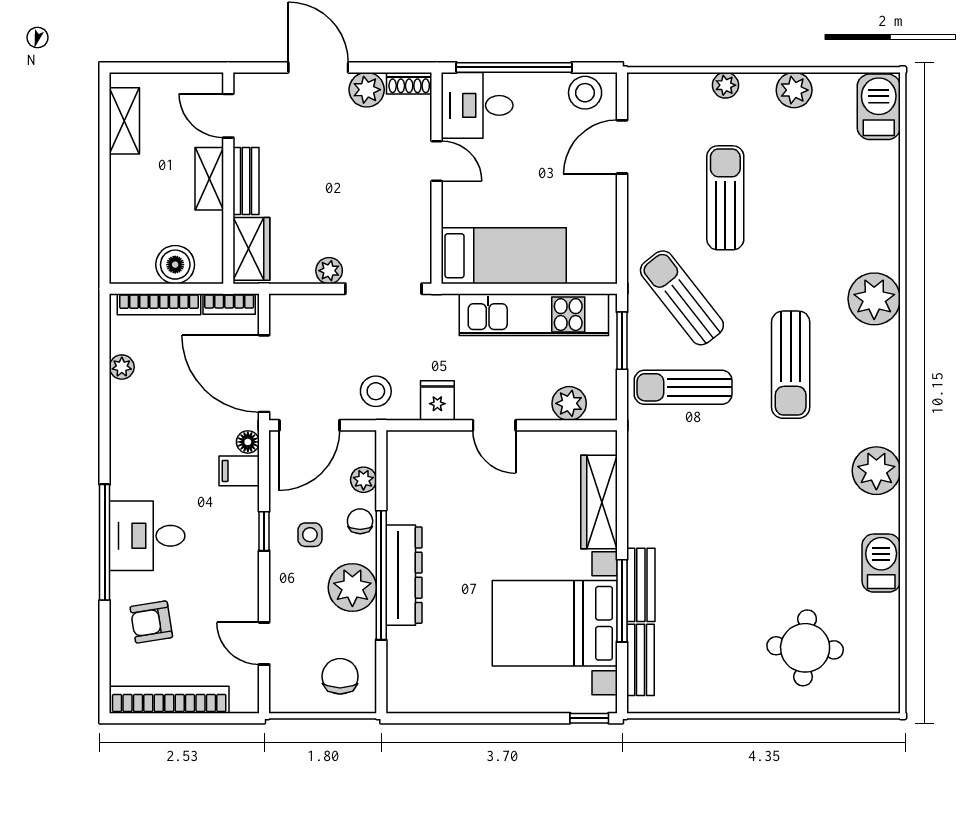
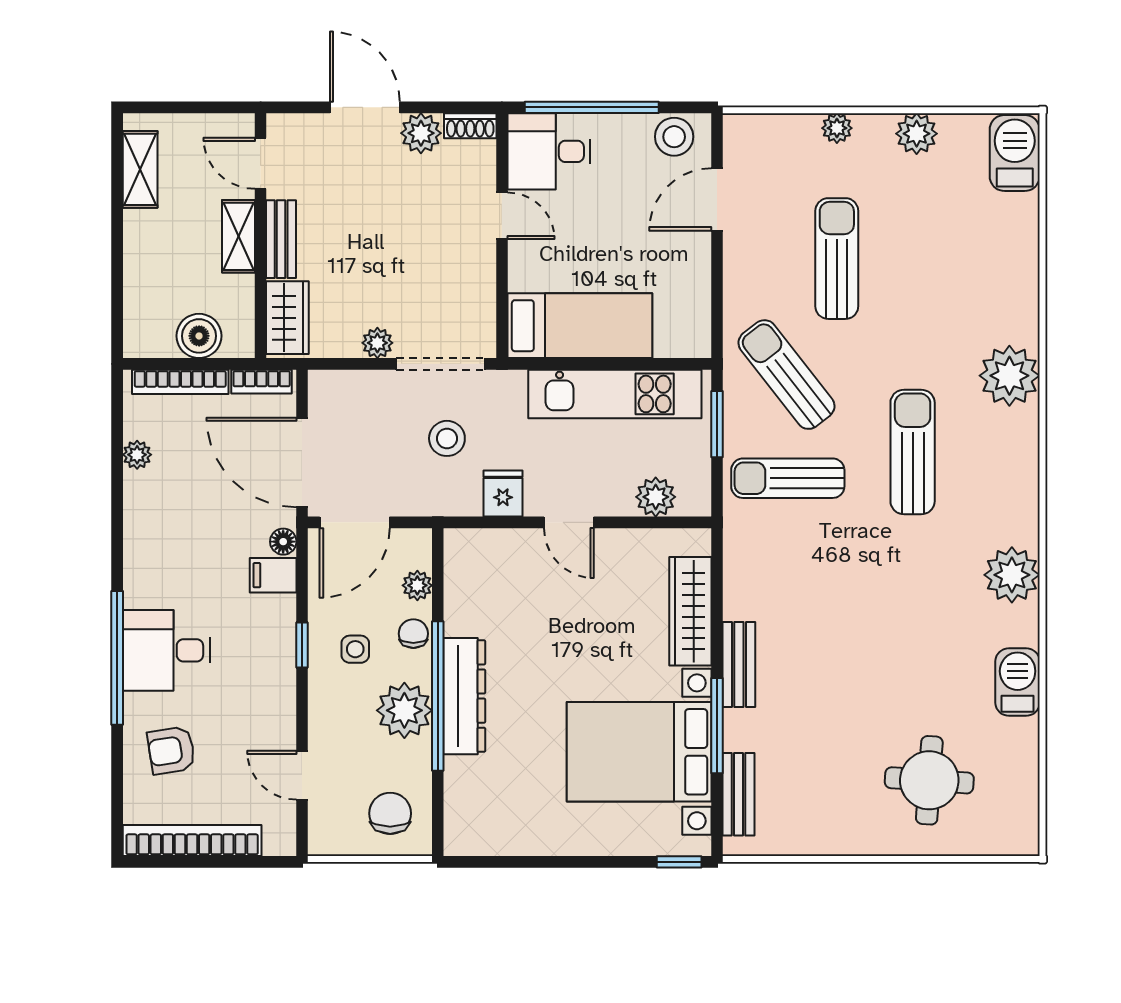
sun lounger: (791, 365) -> (913, 452), turned 180
stool: (376, 391) -> (447, 438), moved
bench: (641, 585) -> (739, 665), moved

